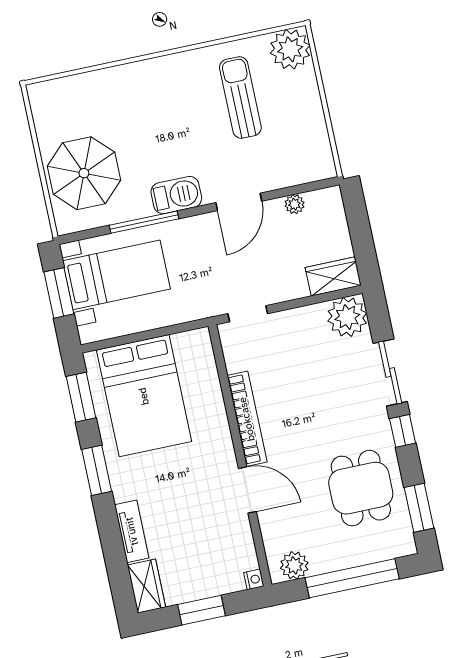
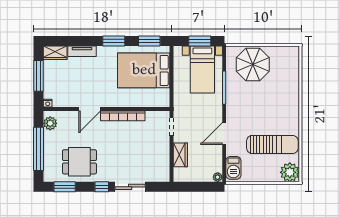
sun lounger: (240, 97) -> (272, 144), width x1.36, depth x1.34
barbecue: (176, 195) -> (233, 168), moved
door: (239, 202) -> (224, 133), hinge flipped
plant: (294, 204) -> (218, 177), moved
wardrobe: (333, 276) -> (180, 155), moved
plant: (347, 317) -> (160, 172), removed
window: (202, 610) -> (39, 76), width x1.44

